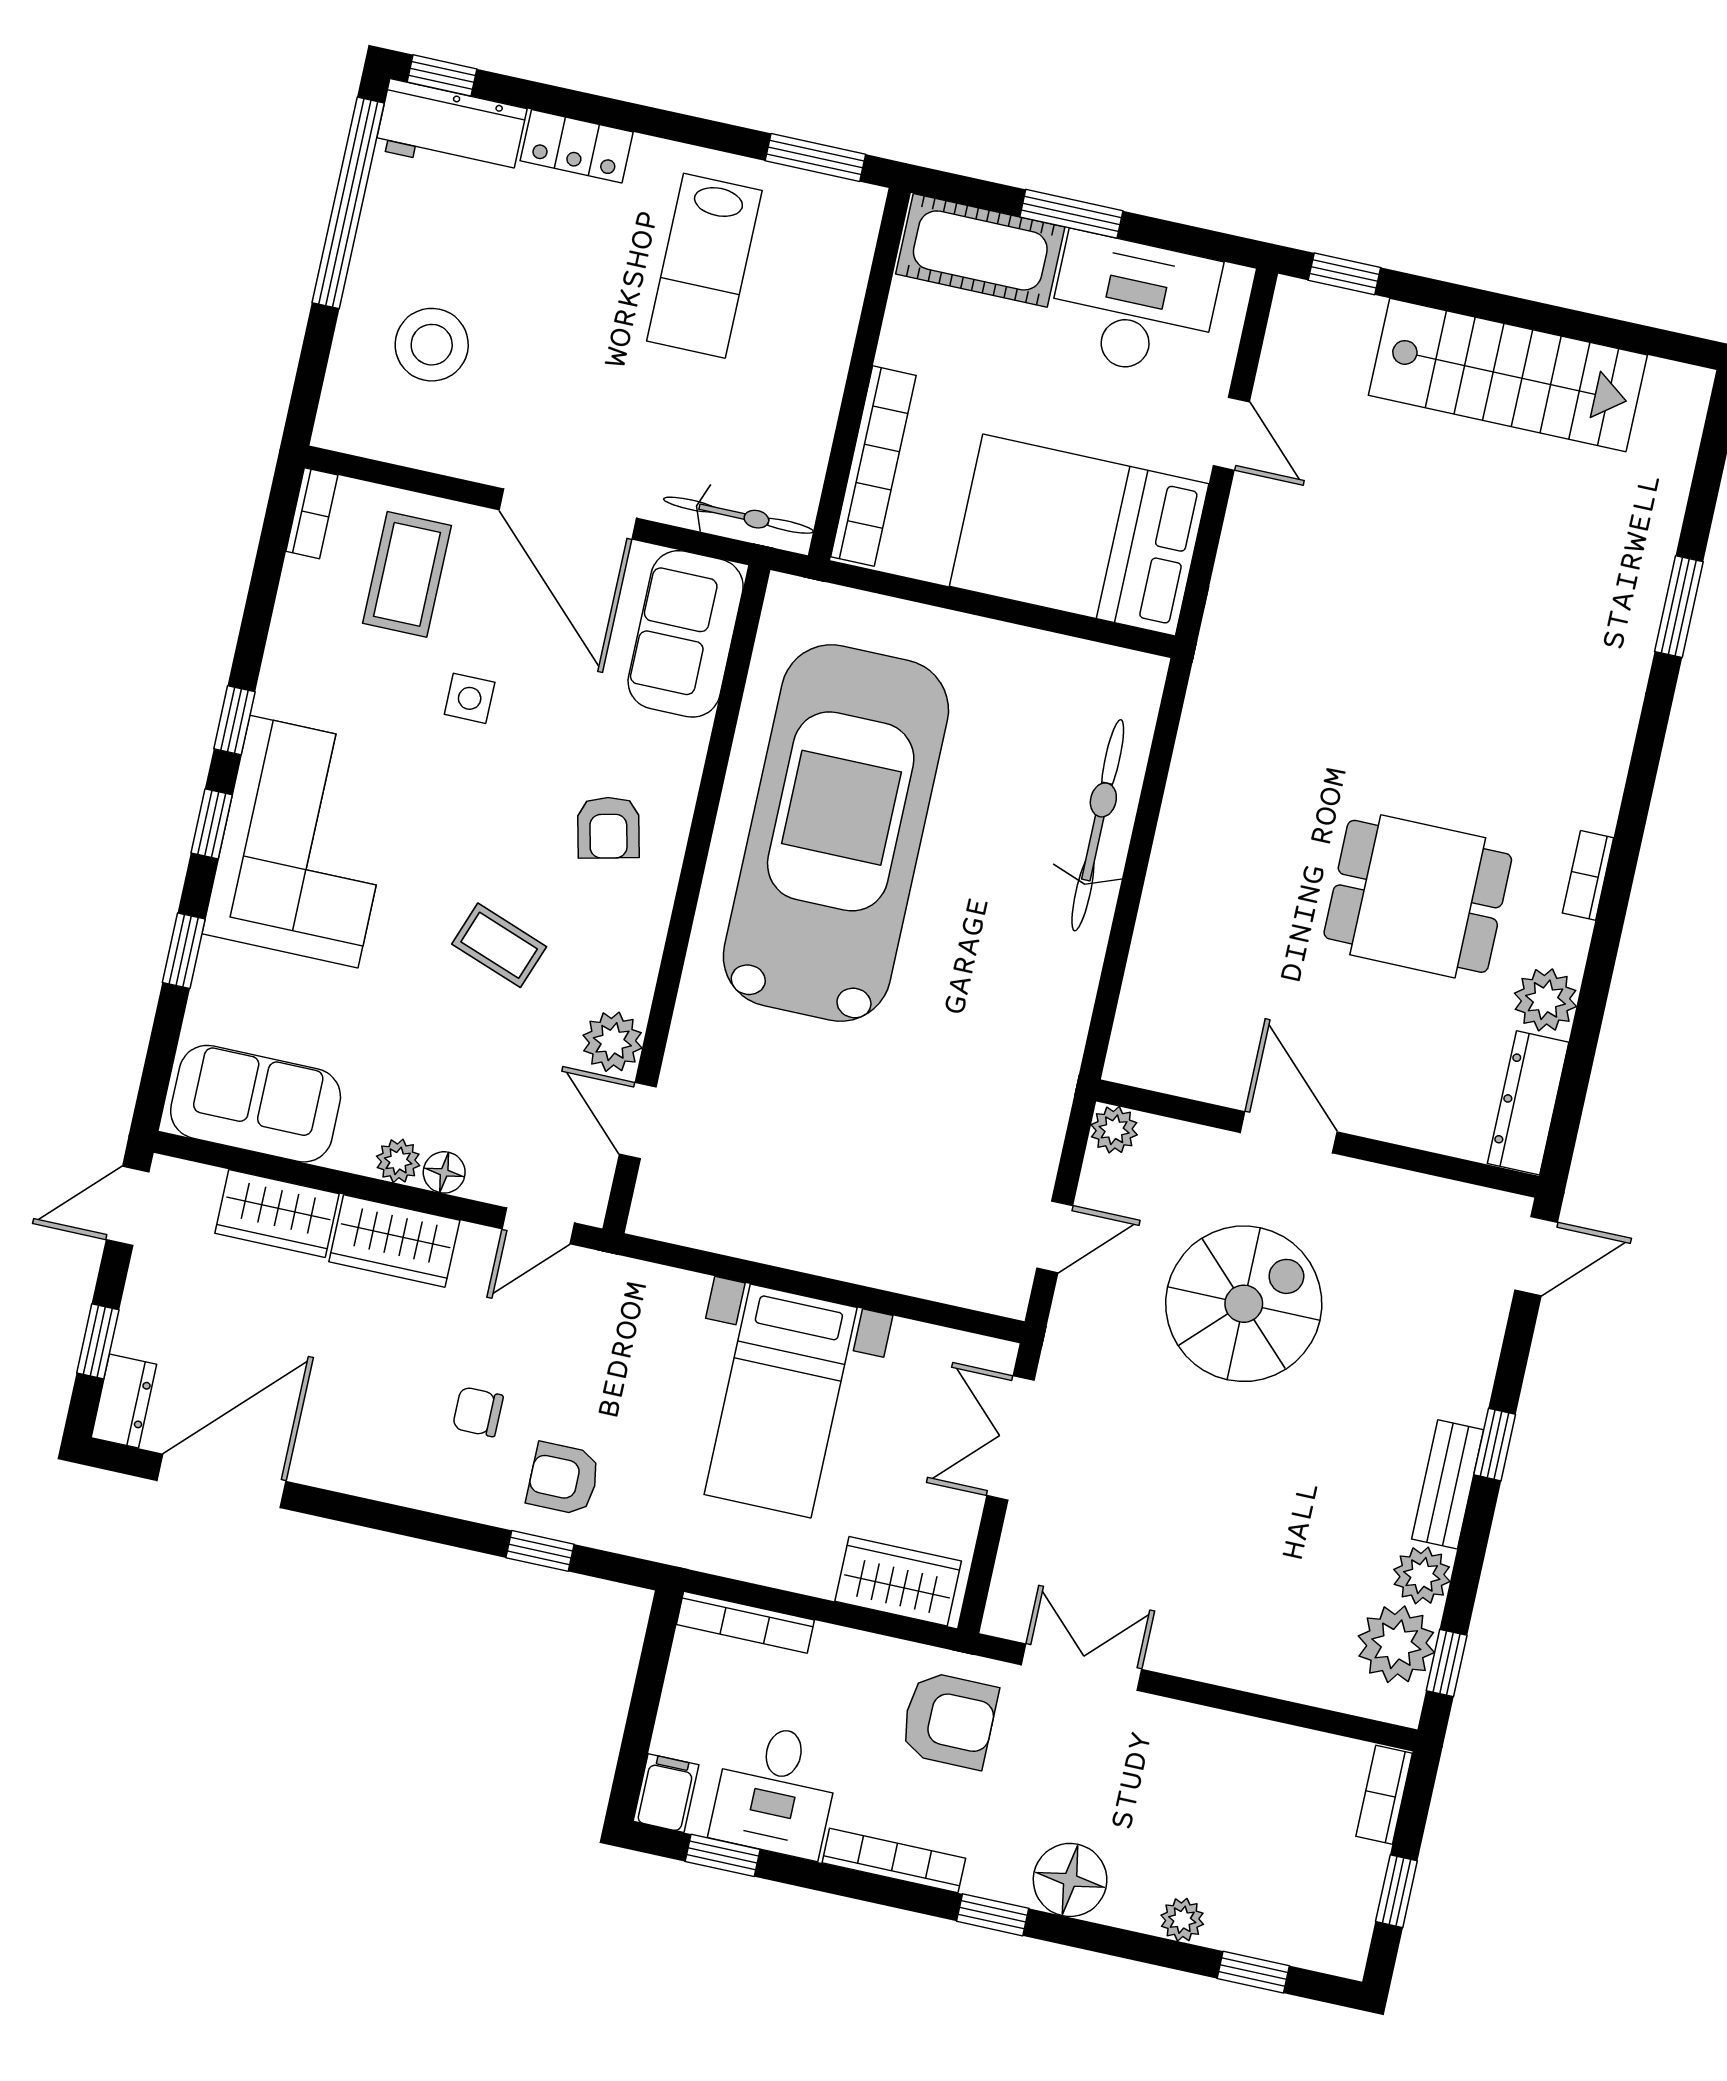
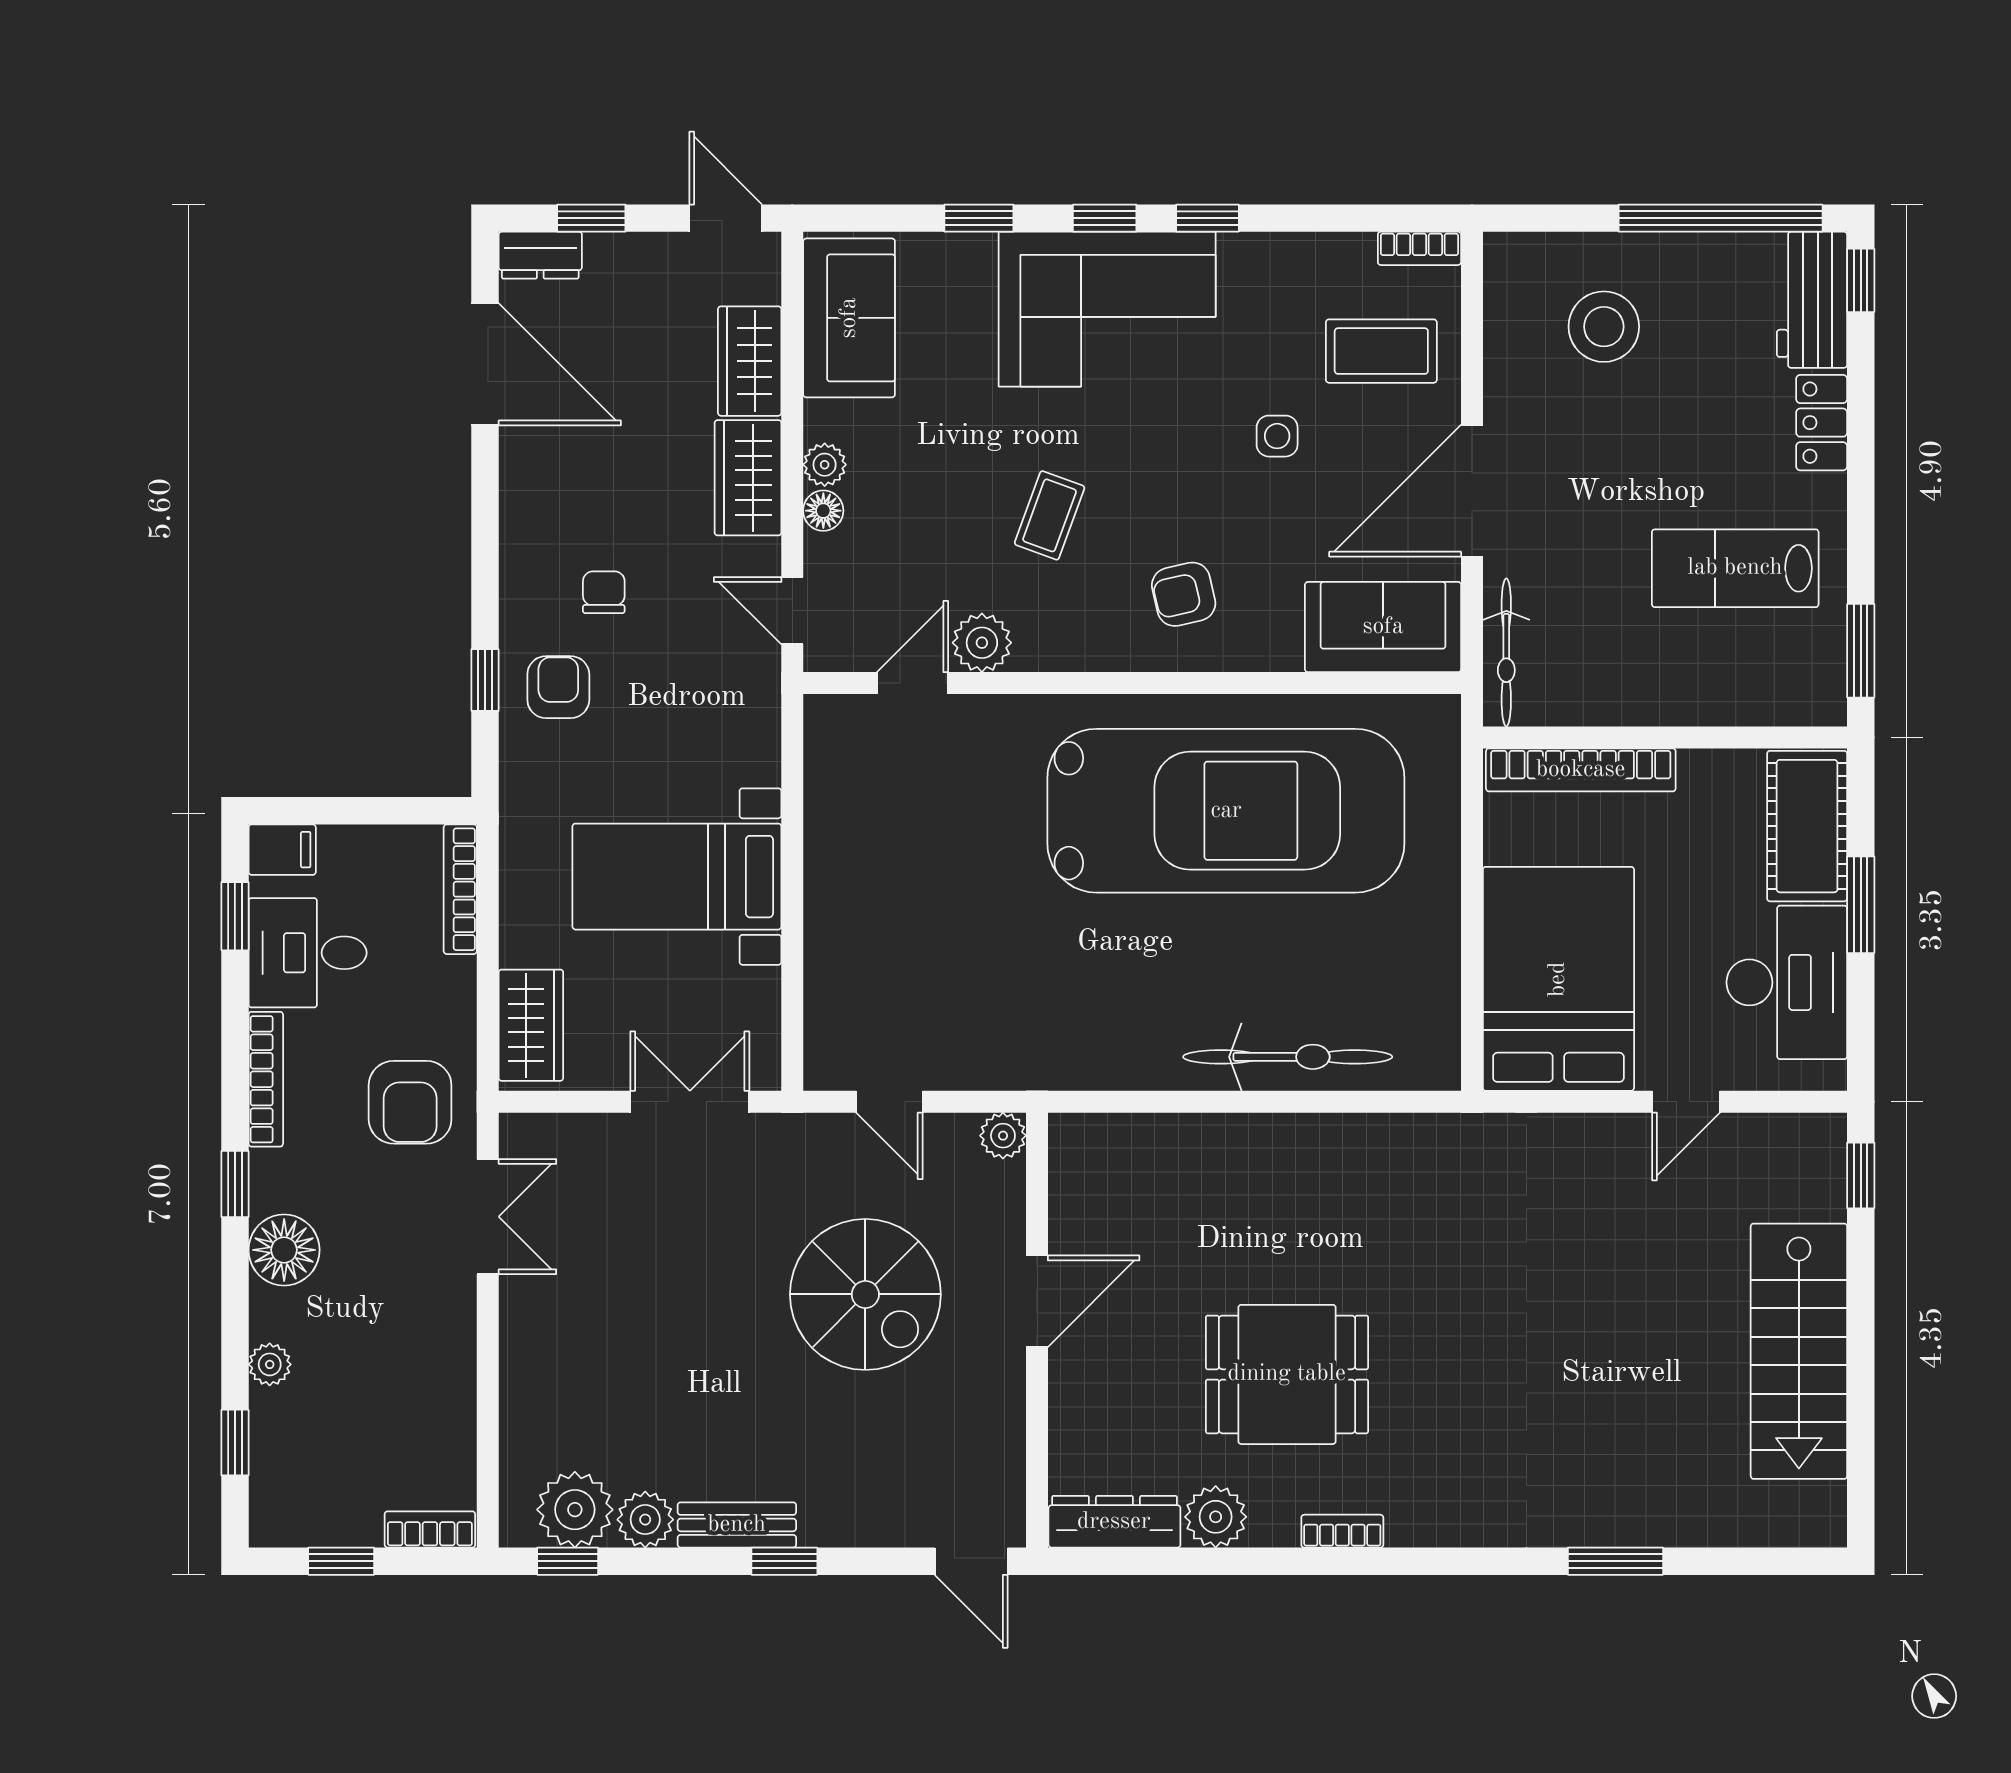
dining table: (1418, 896) -> (1287, 1374), turned 90

